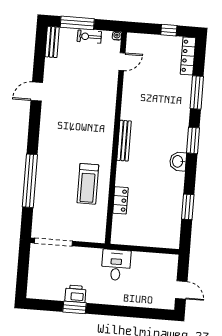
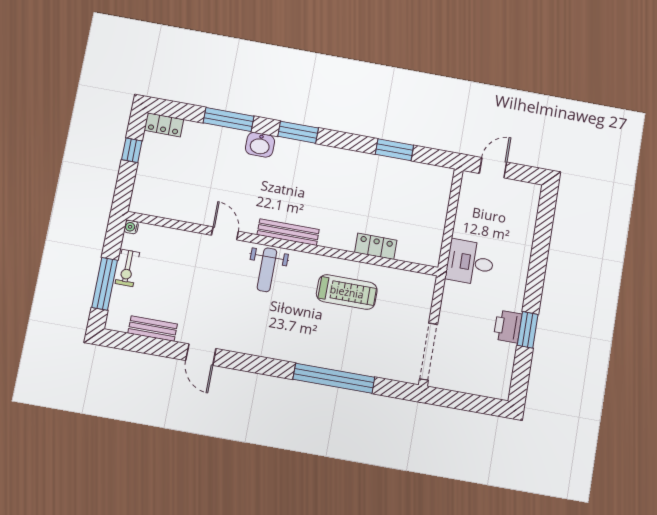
bench: (52, 42) -> (153, 329), moved
locker: (188, 56) -> (164, 125), width x0.66
door: (122, 62) -> (225, 233), moved
weight bench: (97, 129) -> (267, 270), added
washbasin: (178, 161) -> (260, 145), moved
door: (181, 290) -> (493, 168), moved

